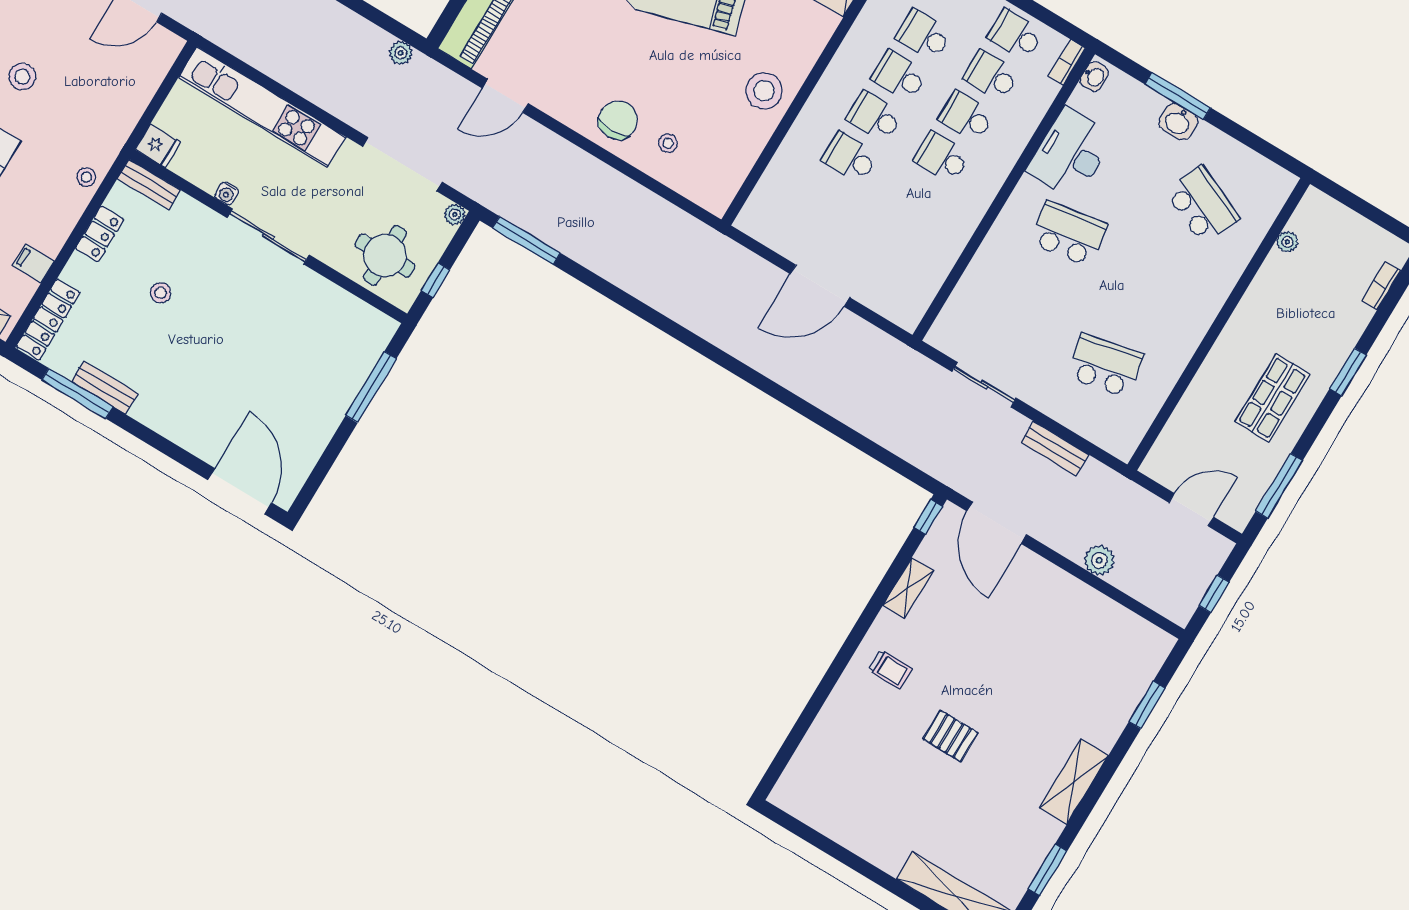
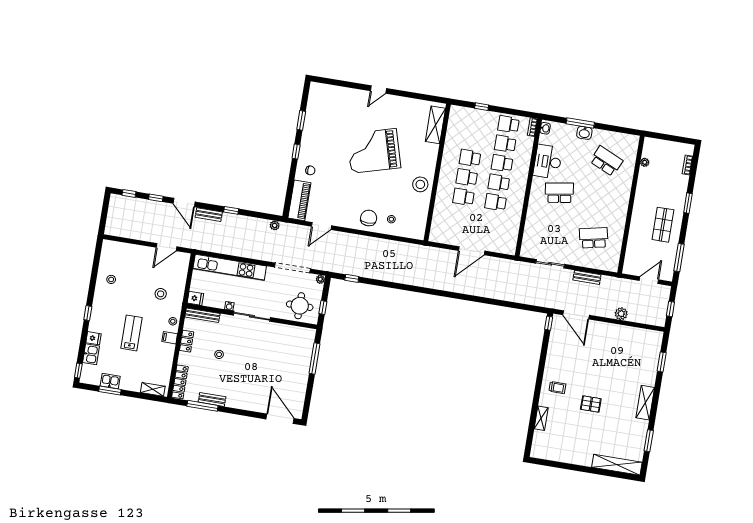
school desk: (924, 35) -> (496, 202), moved
stool: (22, 77) -> (161, 294), moved
bench: (149, 184) -> (202, 315), width x1.36
window: (526, 241) -> (352, 278), width x0.46
filing cabinet: (33, 263) -> (170, 338), moved
shelving: (908, 588) -> (541, 418), moved

